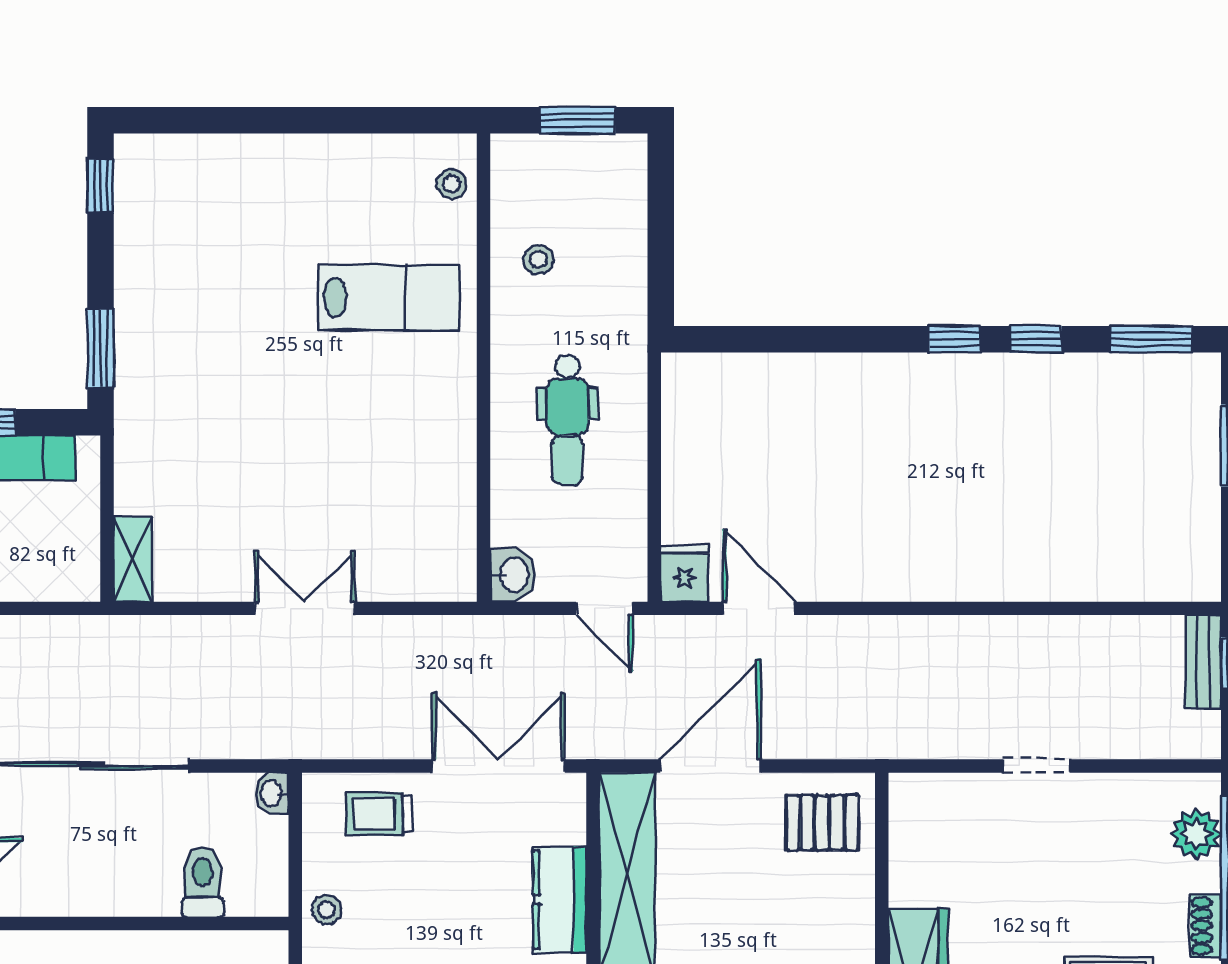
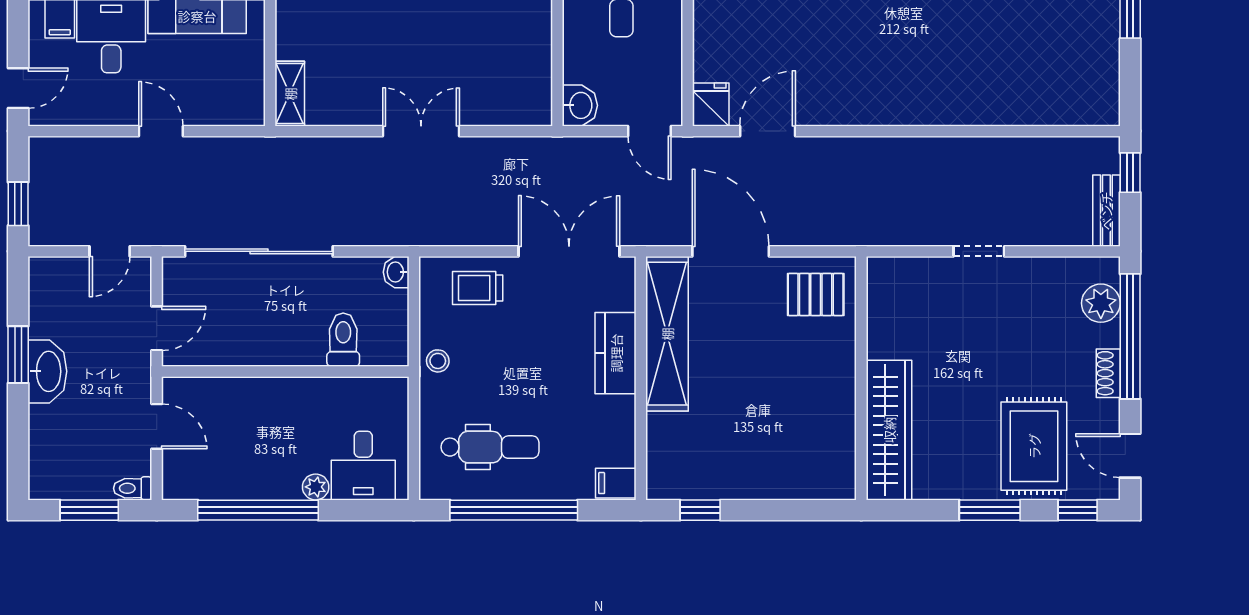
door: (759, 608) -> (768, 131), hinge flipped
bench: (1203, 662) -> (1106, 211), moved
door: (711, 766) -> (731, 251), hinge flipped

